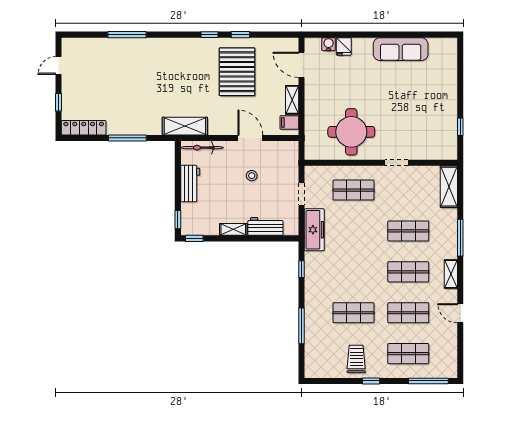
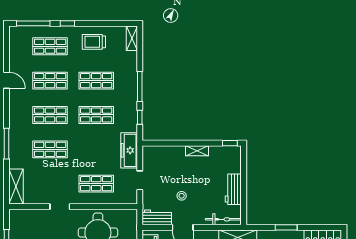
window: (127, 138) -> (286, 227), width x0.69
window: (178, 220) -> (244, 159), removed
workbench: (265, 226) -> (157, 217), moved, turned 180
shop shelf: (353, 272) -> (96, 115), added
shelving: (451, 274) -> (132, 38), moved
window: (302, 326) -> (140, 87), moved
trolley: (356, 359) -> (94, 42), turned 90
window: (371, 381) -> (67, 23), moved

